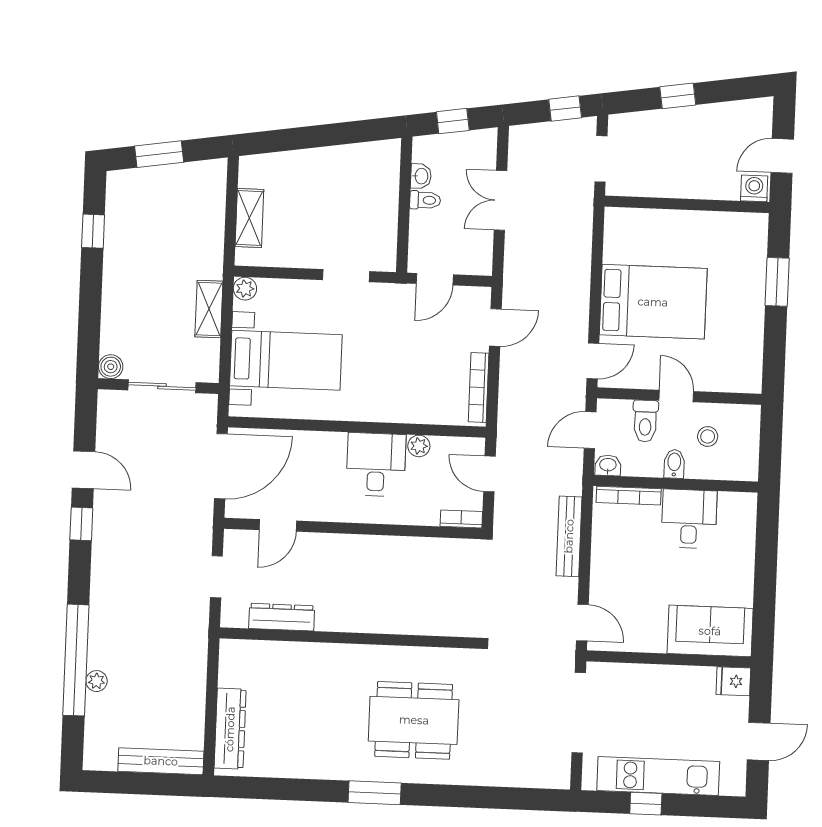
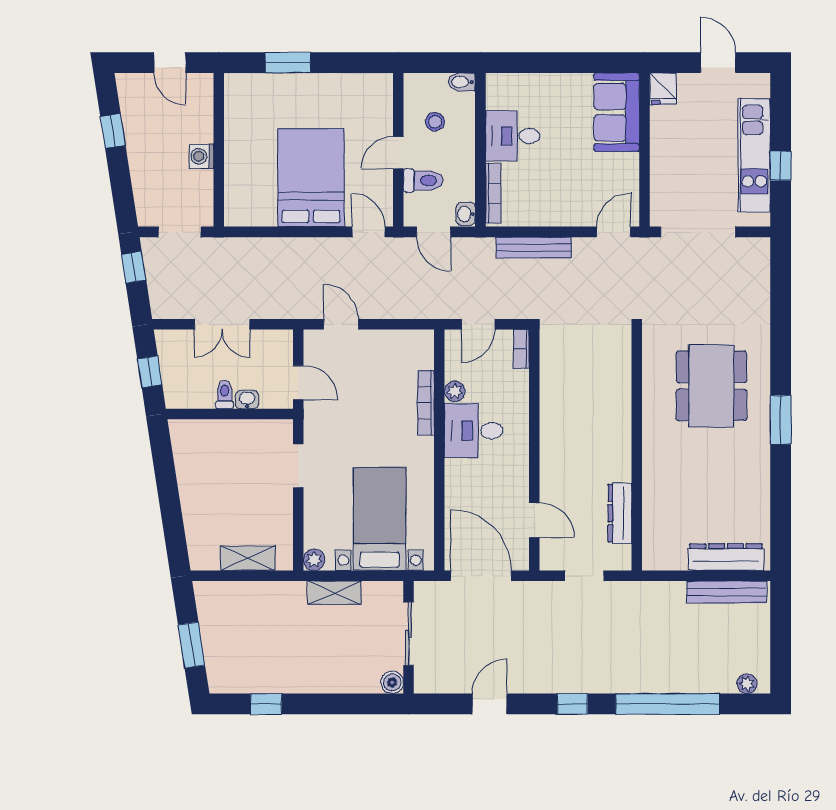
window: (678, 96) -> (113, 131), moved
washbasin: (421, 176) -> (247, 400), moved
washing machine: (754, 188) -> (201, 156), moved
bookcase: (479, 387) -> (426, 403), moved, turned 90
bidet: (674, 464) -> (462, 82), moved
window: (81, 524) -> (572, 704), moved
plant: (97, 681) -> (747, 684), moved
bench: (161, 761) -> (727, 592), moved, turned 90

